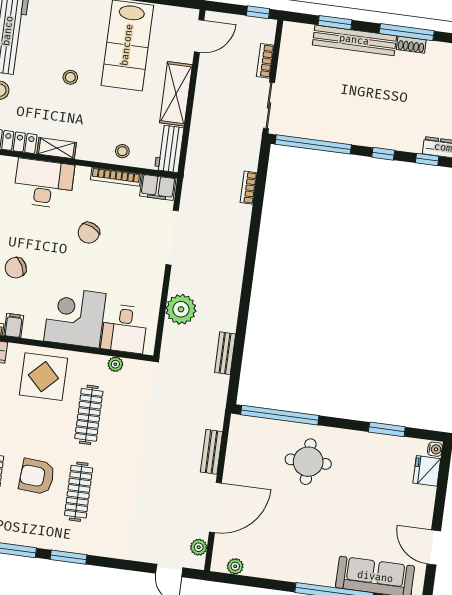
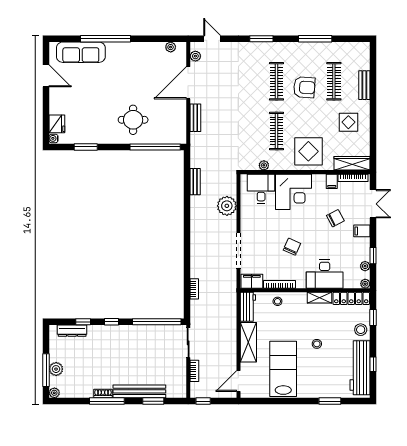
window: (69, 557) -> (261, 39), moved

